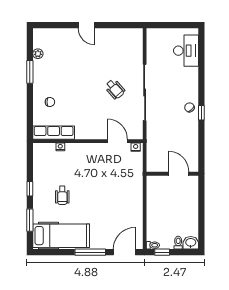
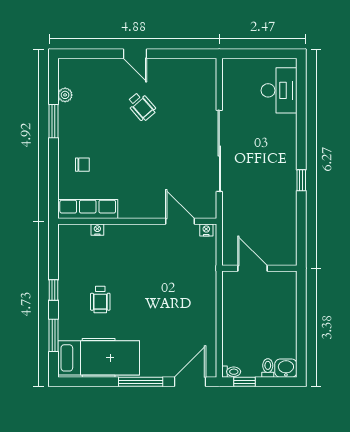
wheelchair: (115, 89) -> (142, 107), moved
chair: (189, 107) -> (284, 173), removed
door: (179, 174) -> (252, 268), moved

